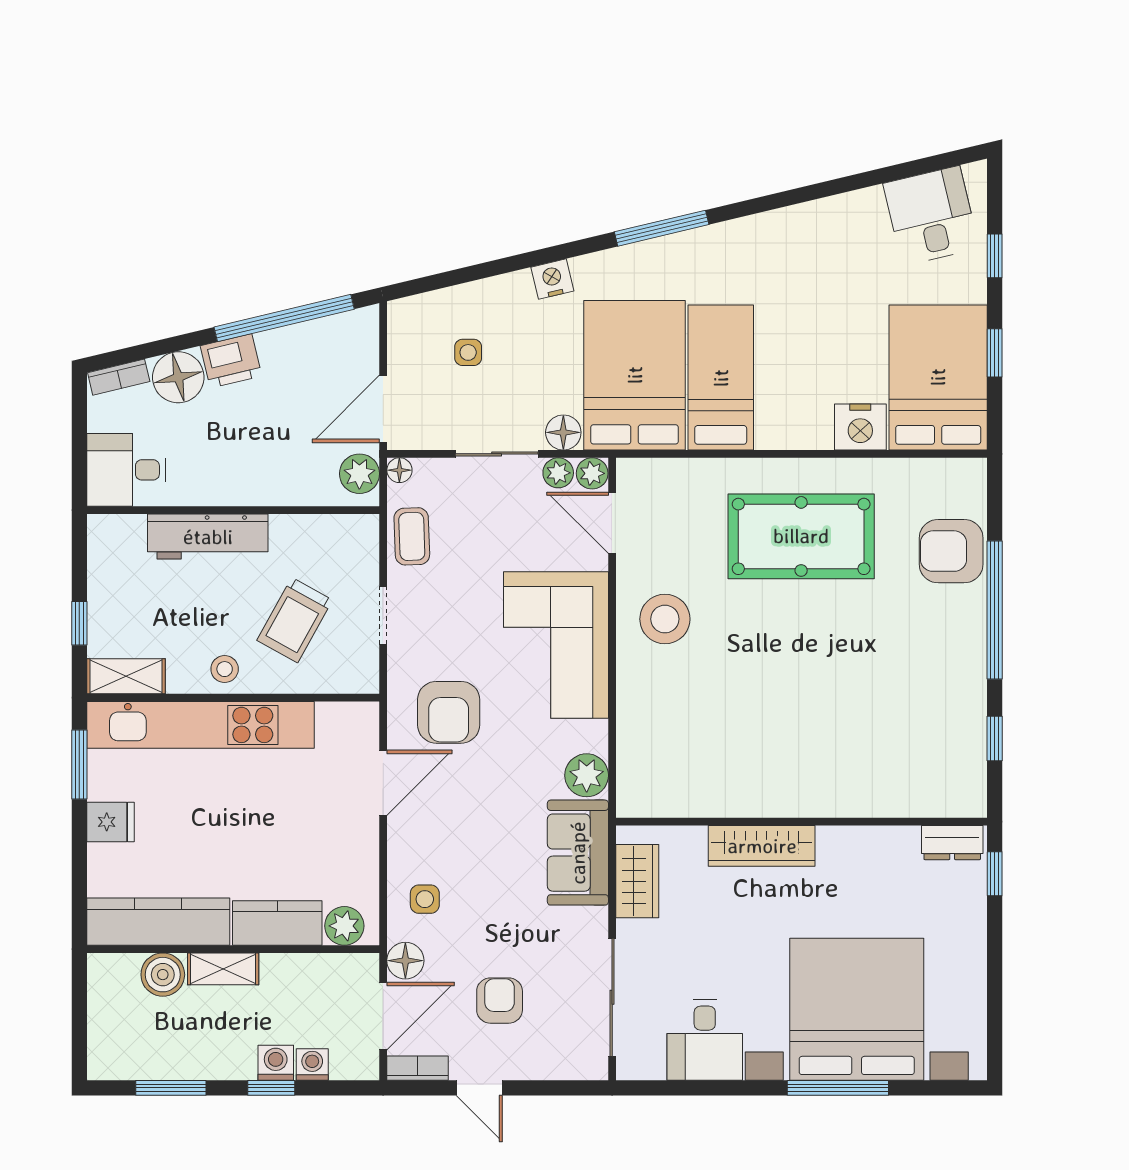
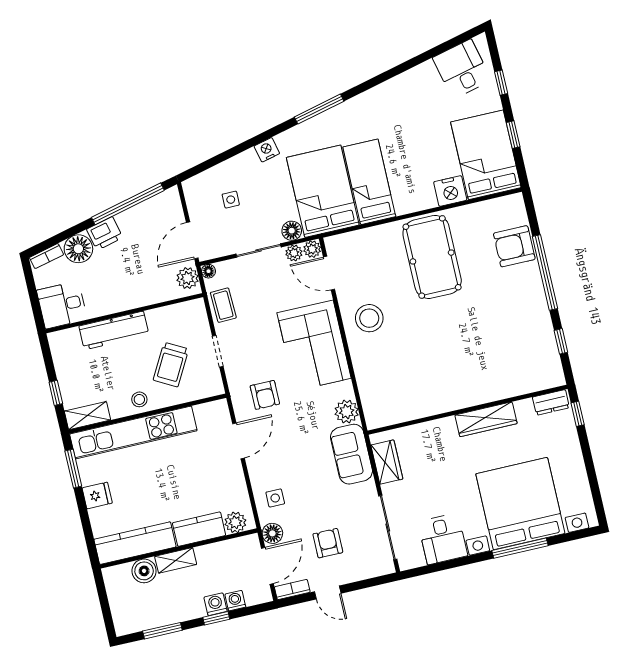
pool table: (801, 536) -> (432, 257), turned 90
armchair: (449, 712) -> (265, 395), width x0.72, depth x0.72
wardrobe: (762, 846) -> (486, 419), moved

